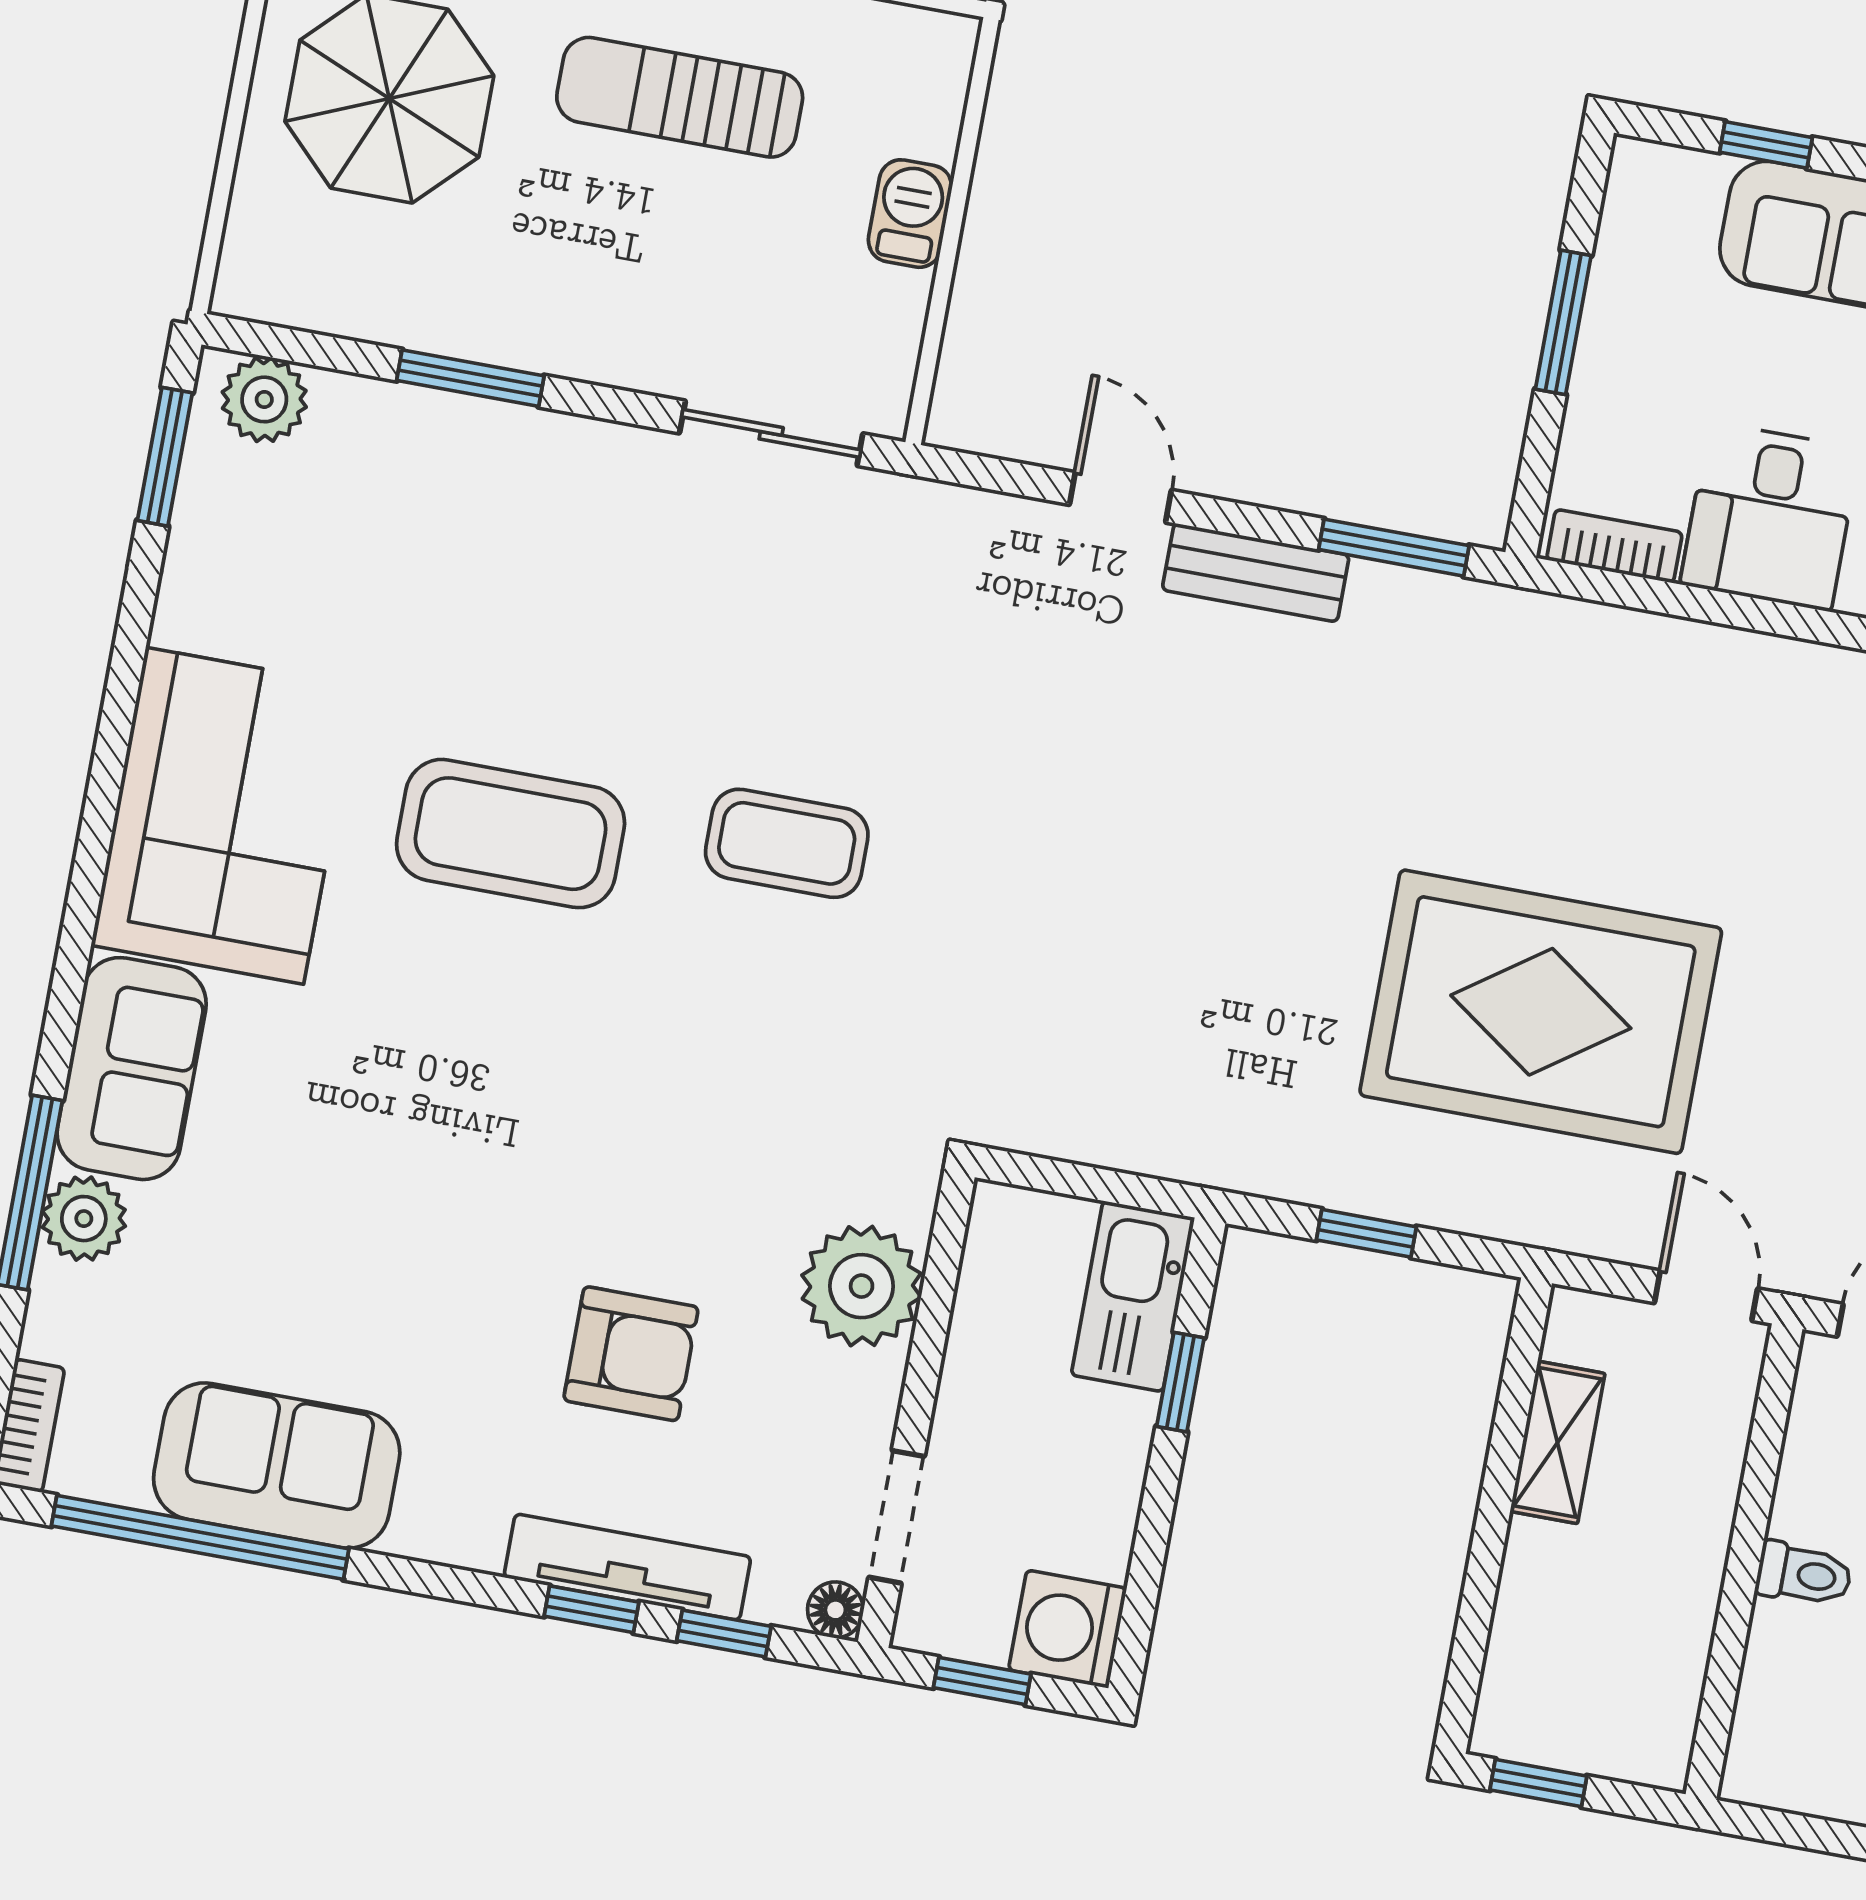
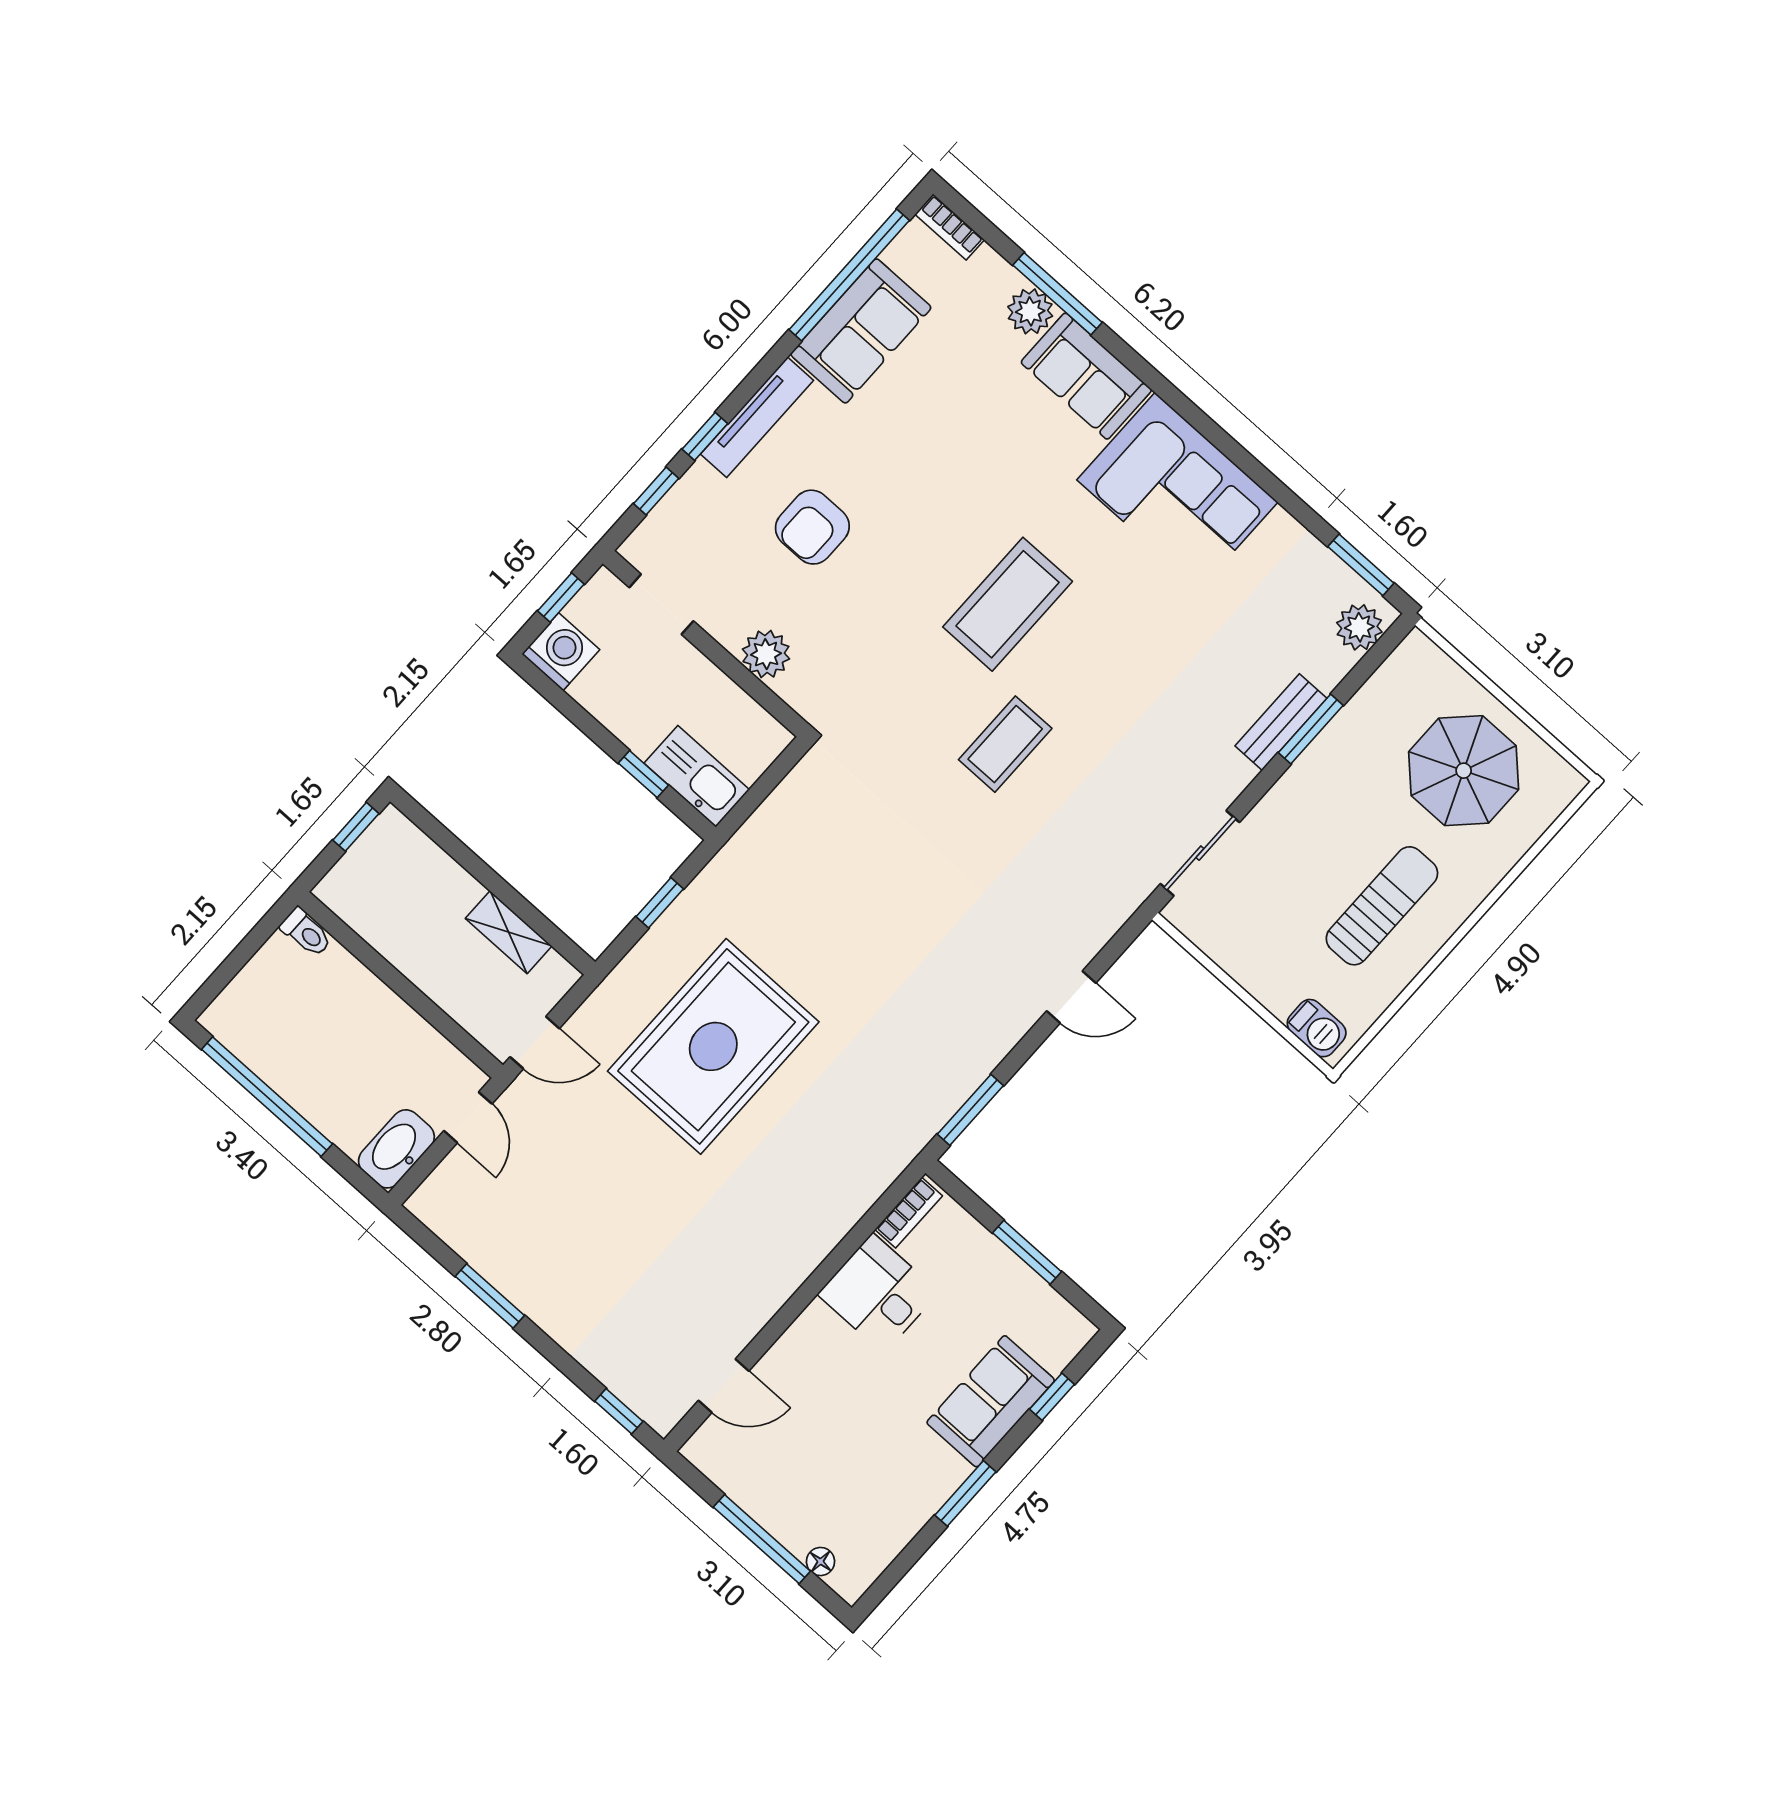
barbecue: (910, 214) -> (1317, 1028), moved
bench: (1256, 573) -> (1281, 722), moved
coffee table: (511, 834) -> (1008, 604), moved
plant: (862, 1286) -> (766, 654), width x0.73, depth x0.73
tv unit: (627, 1567) -> (757, 417), moved
toilet: (1804, 1574) -> (306, 932), moved, turned -90
floor lamp: (835, 1610) -> (635, 549), removed

